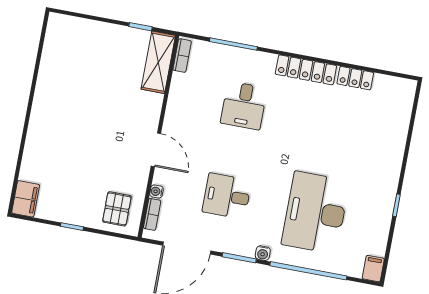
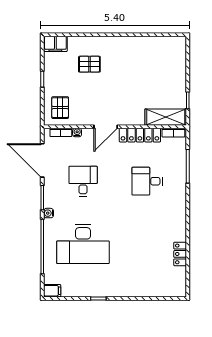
locker: (306, 70) -> (140, 135), moved, turned -90
pallet: (63, 156) -> (89, 64), added
pallet: (117, 209) -> (60, 108), turned 90
desk: (315, 213) -> (83, 244), turned 180

